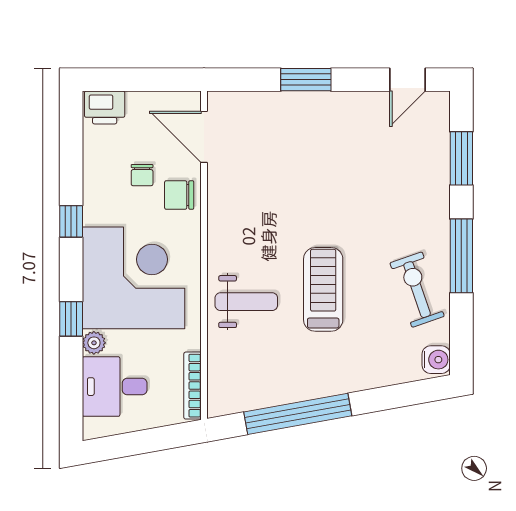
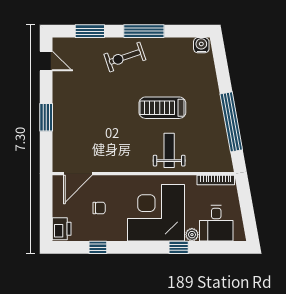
chair: (179, 195) -> (110, 187), removed
window: (71, 221) -> (98, 247), moved
exercise bike: (417, 290) -> (125, 57), moved

